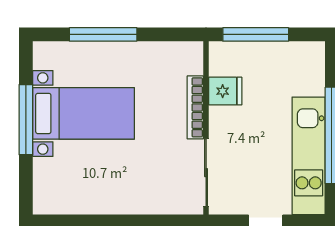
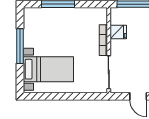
bed with nightstands: (83, 113) -> (48, 69), moved

